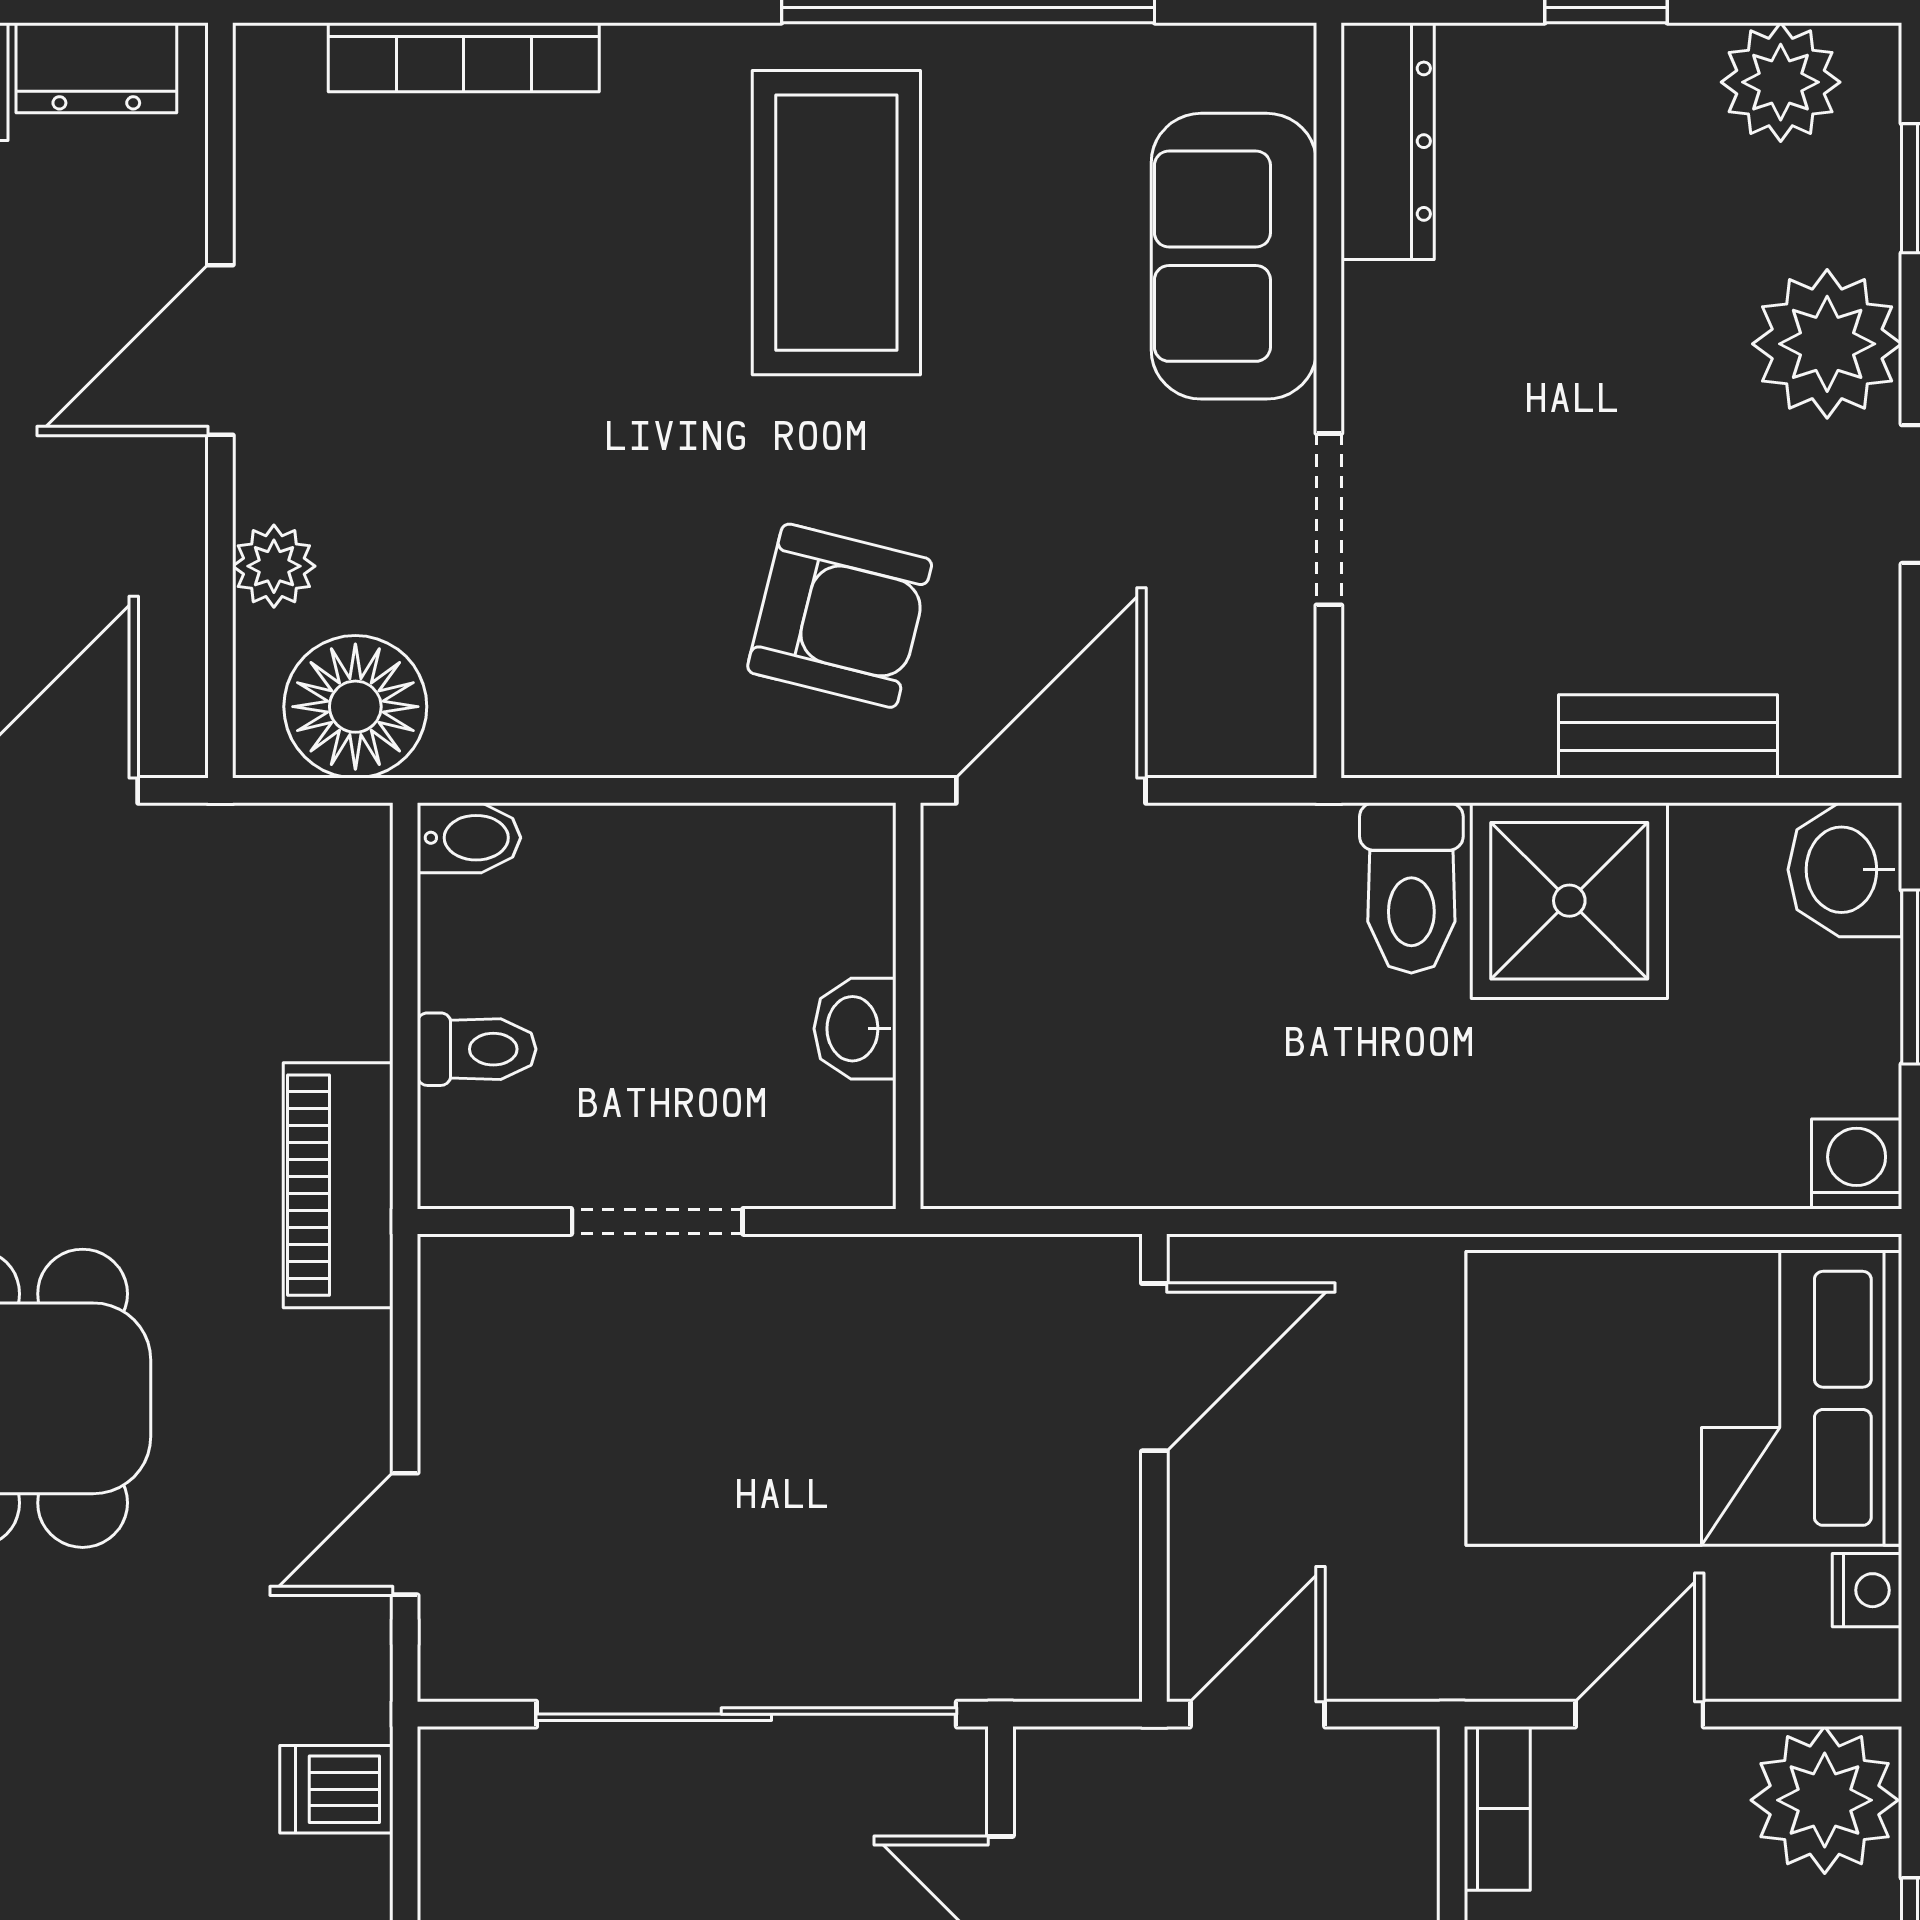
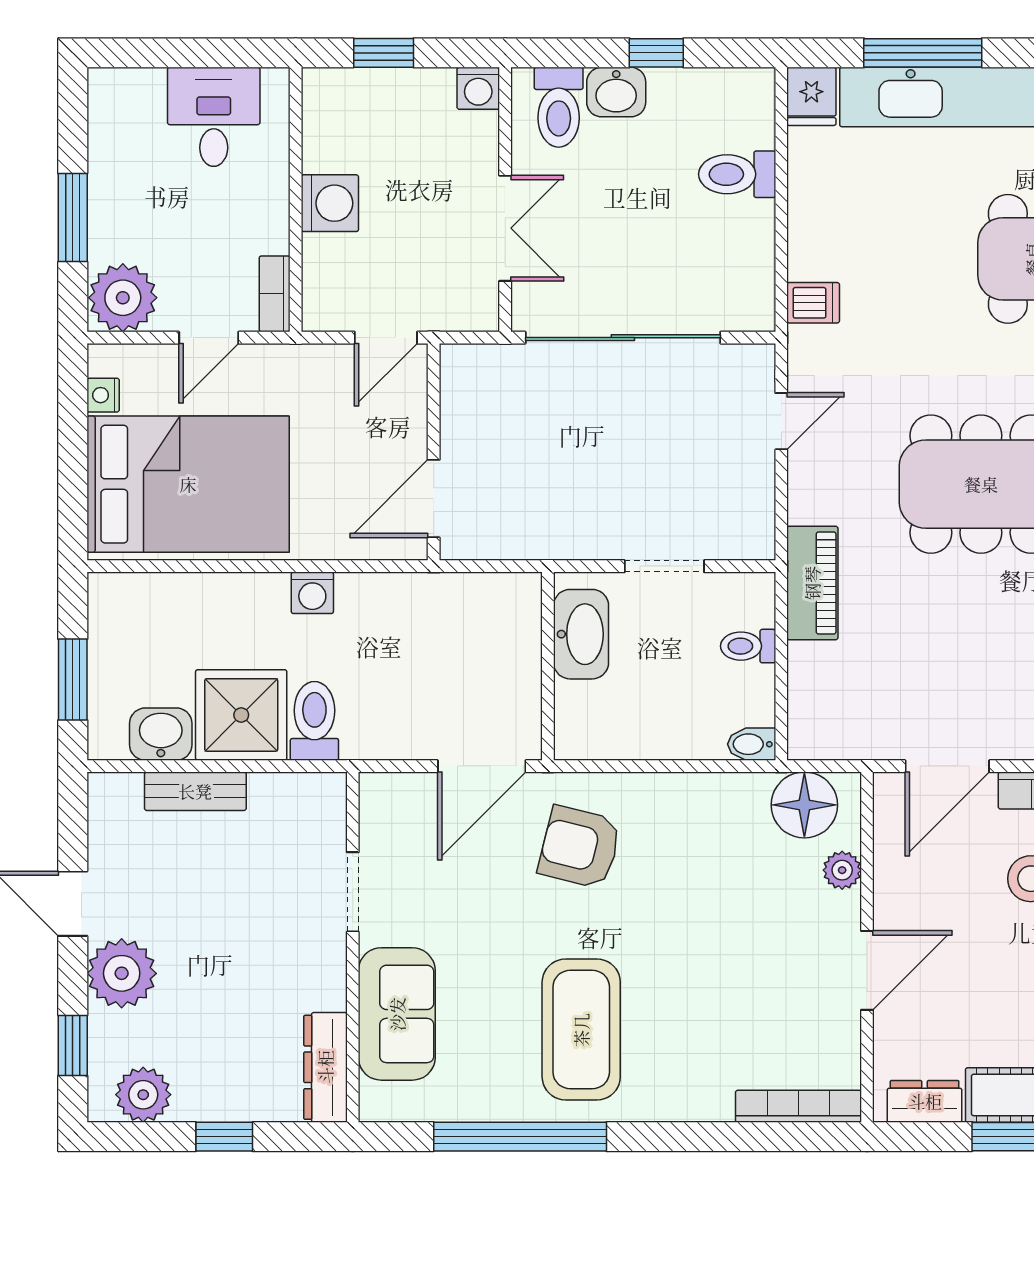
bookcase: (464, 57) -> (798, 1106), moved
washbasin: (1845, 870) -> (161, 734), moved, turned -90
washbasin: (855, 1029) -> (581, 634), width x1.91, depth x1.45
washing machine: (1857, 1164) -> (312, 593), moved

